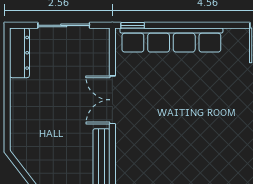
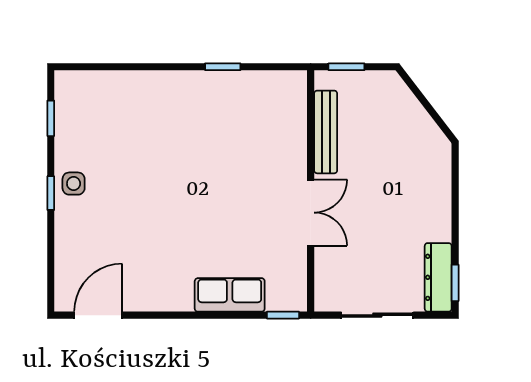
row of seats: (171, 40) -> (230, 295), width x0.50
window: (7, 49) -> (455, 283), added

